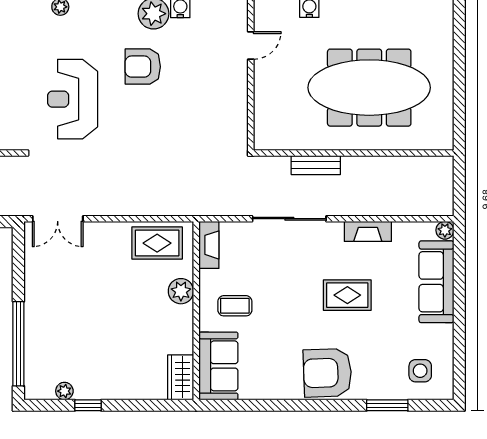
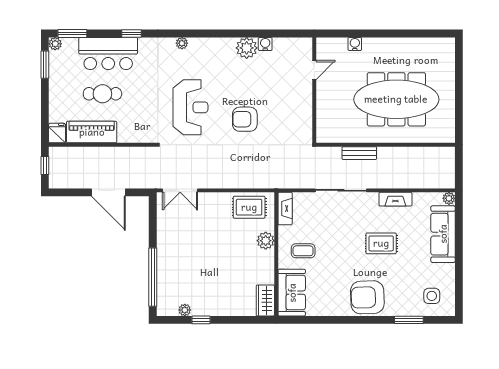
armchair: (143, 67) -> (245, 119), moved
reception desk: (73, 99) -> (190, 107), turned 180

